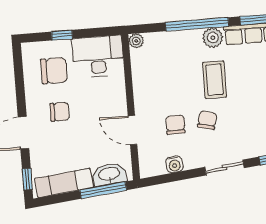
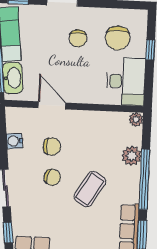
plant: (213, 38) -> (132, 156), moved
coffee table: (215, 80) -> (90, 189), turned -59
door: (133, 130) -> (52, 105), hinge flipped

